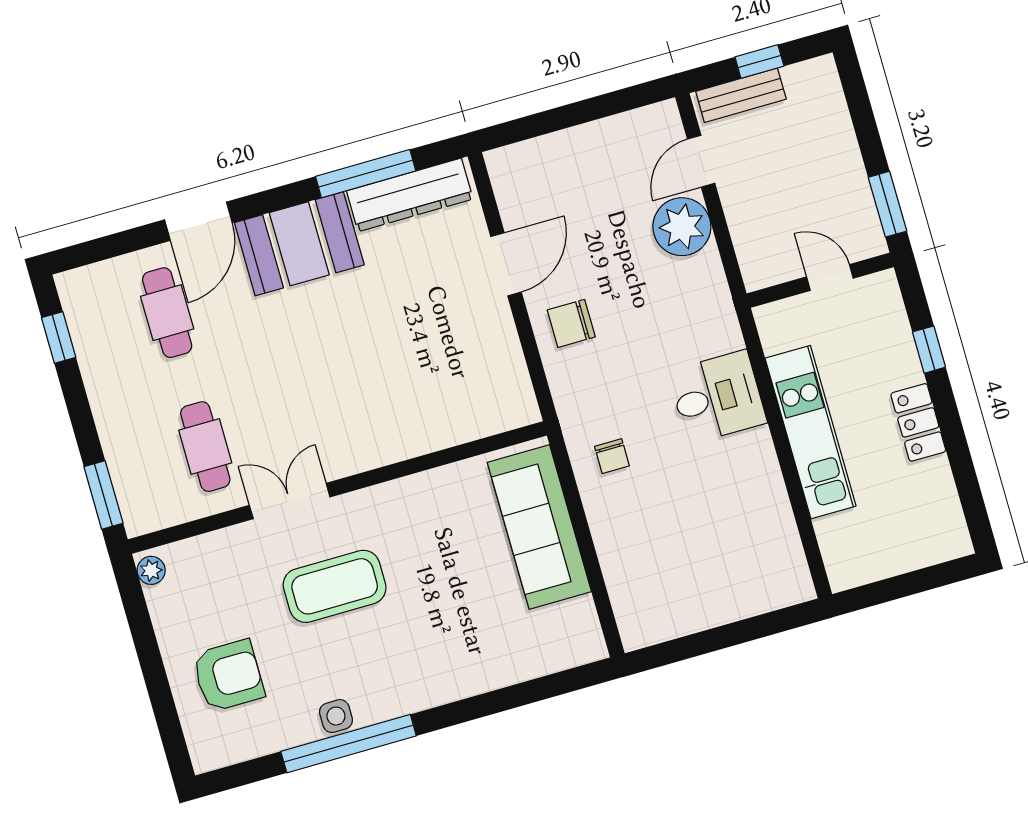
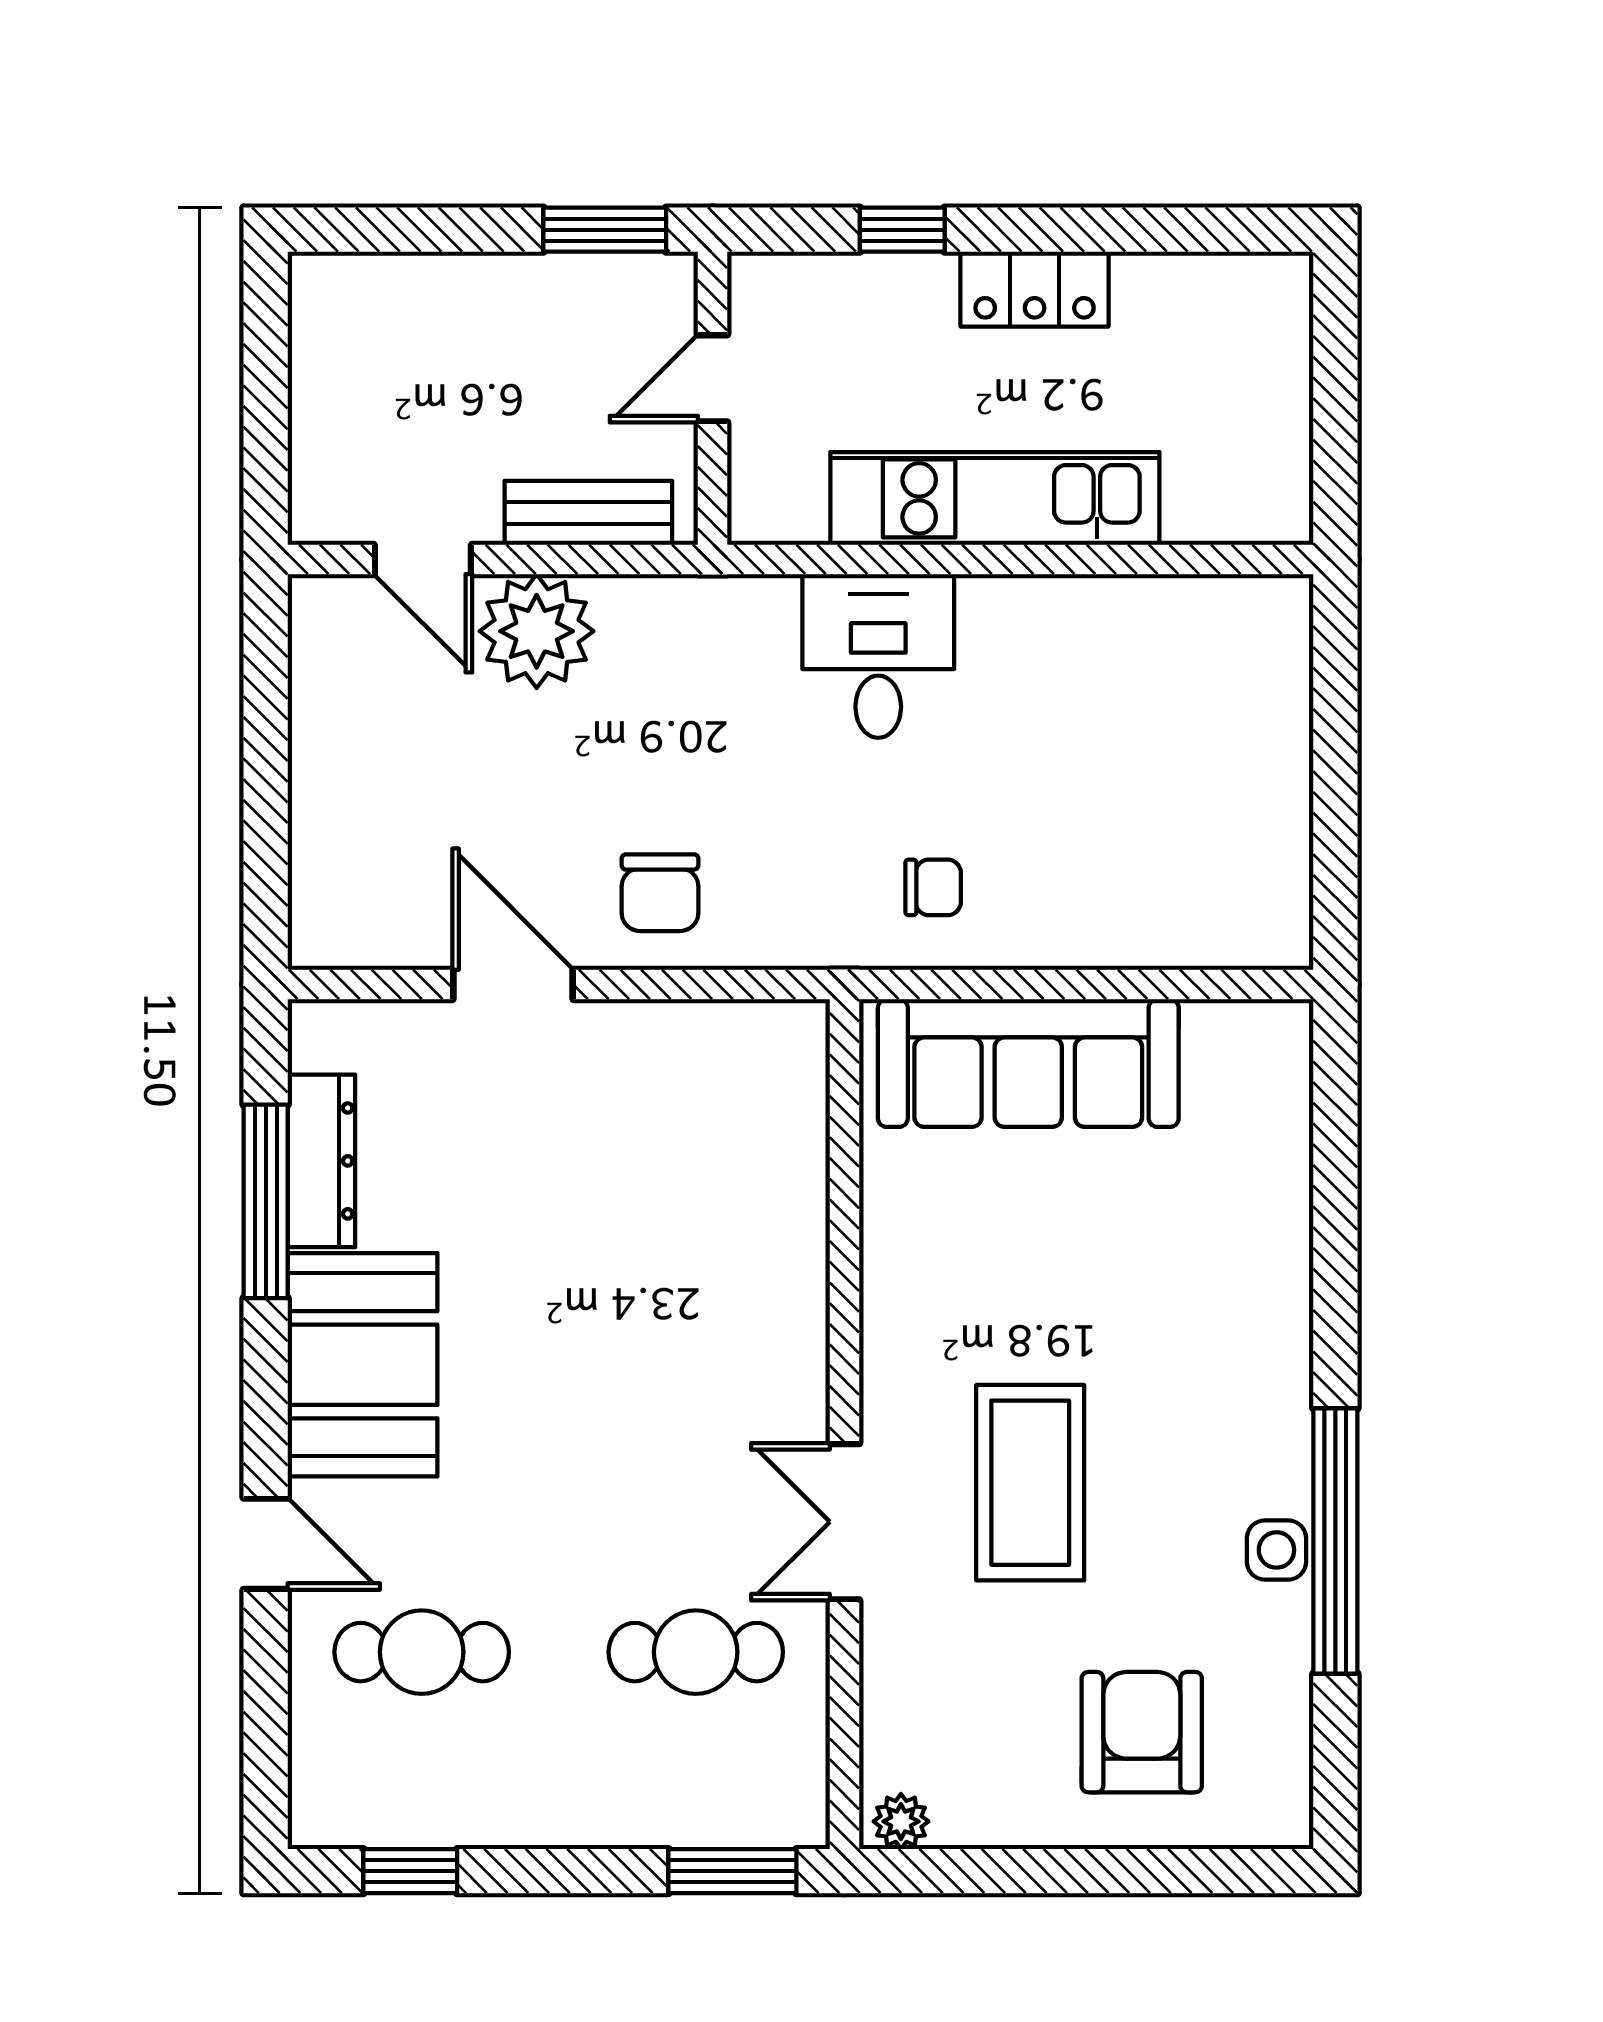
window: (759, 61) -> (266, 395), removed
bench: (741, 95) -> (588, 513), moved, turned 90
dresser: (410, 195) -> (321, 1161), width x0.73, depth x0.80
door: (198, 221) -> (266, 1544), width x0.73

